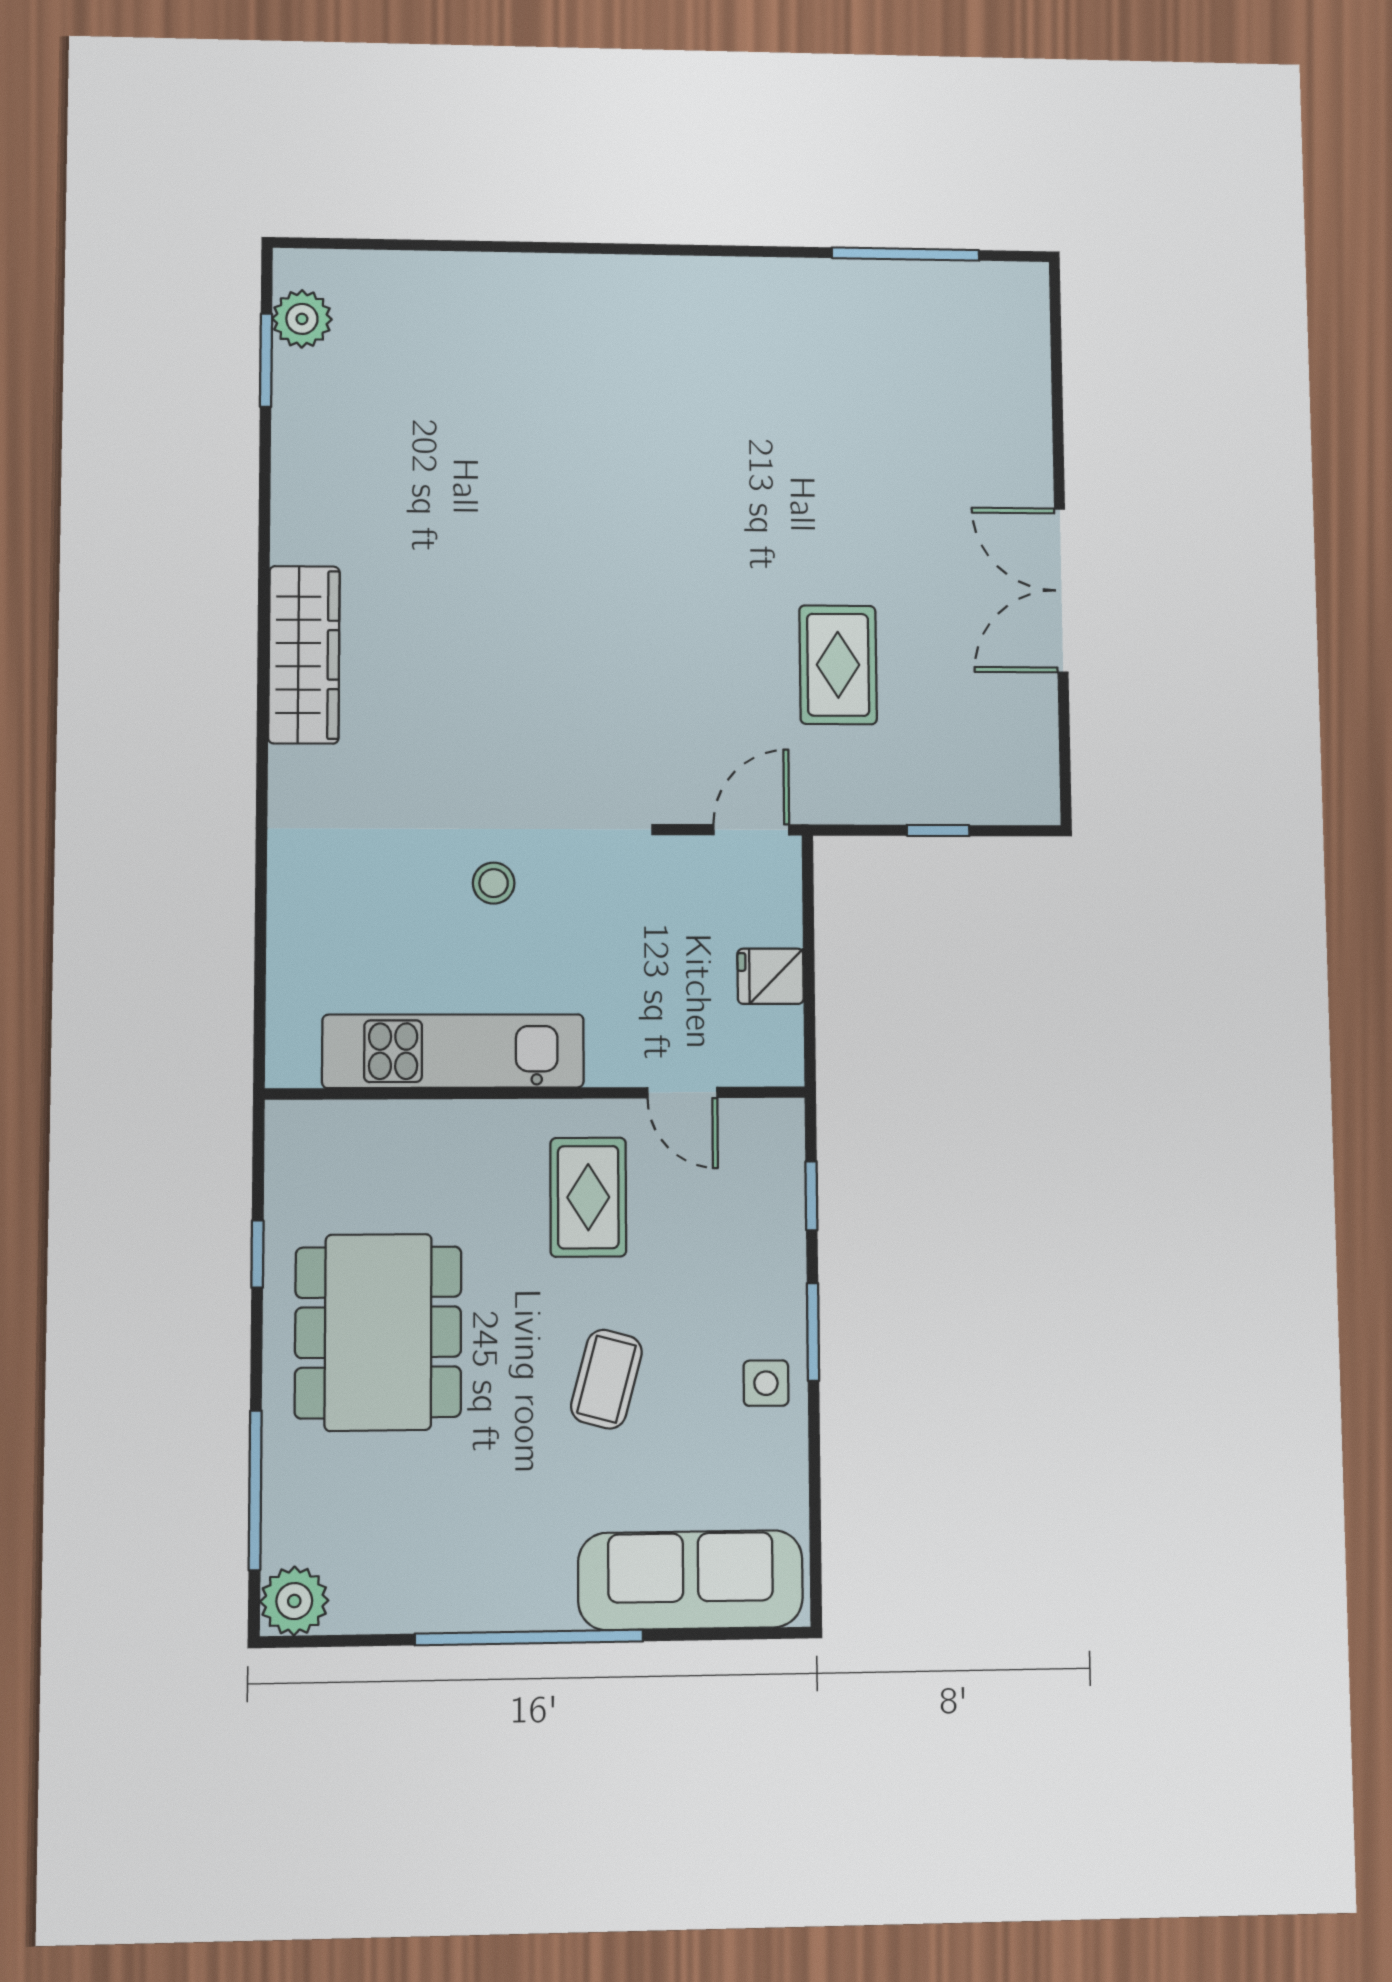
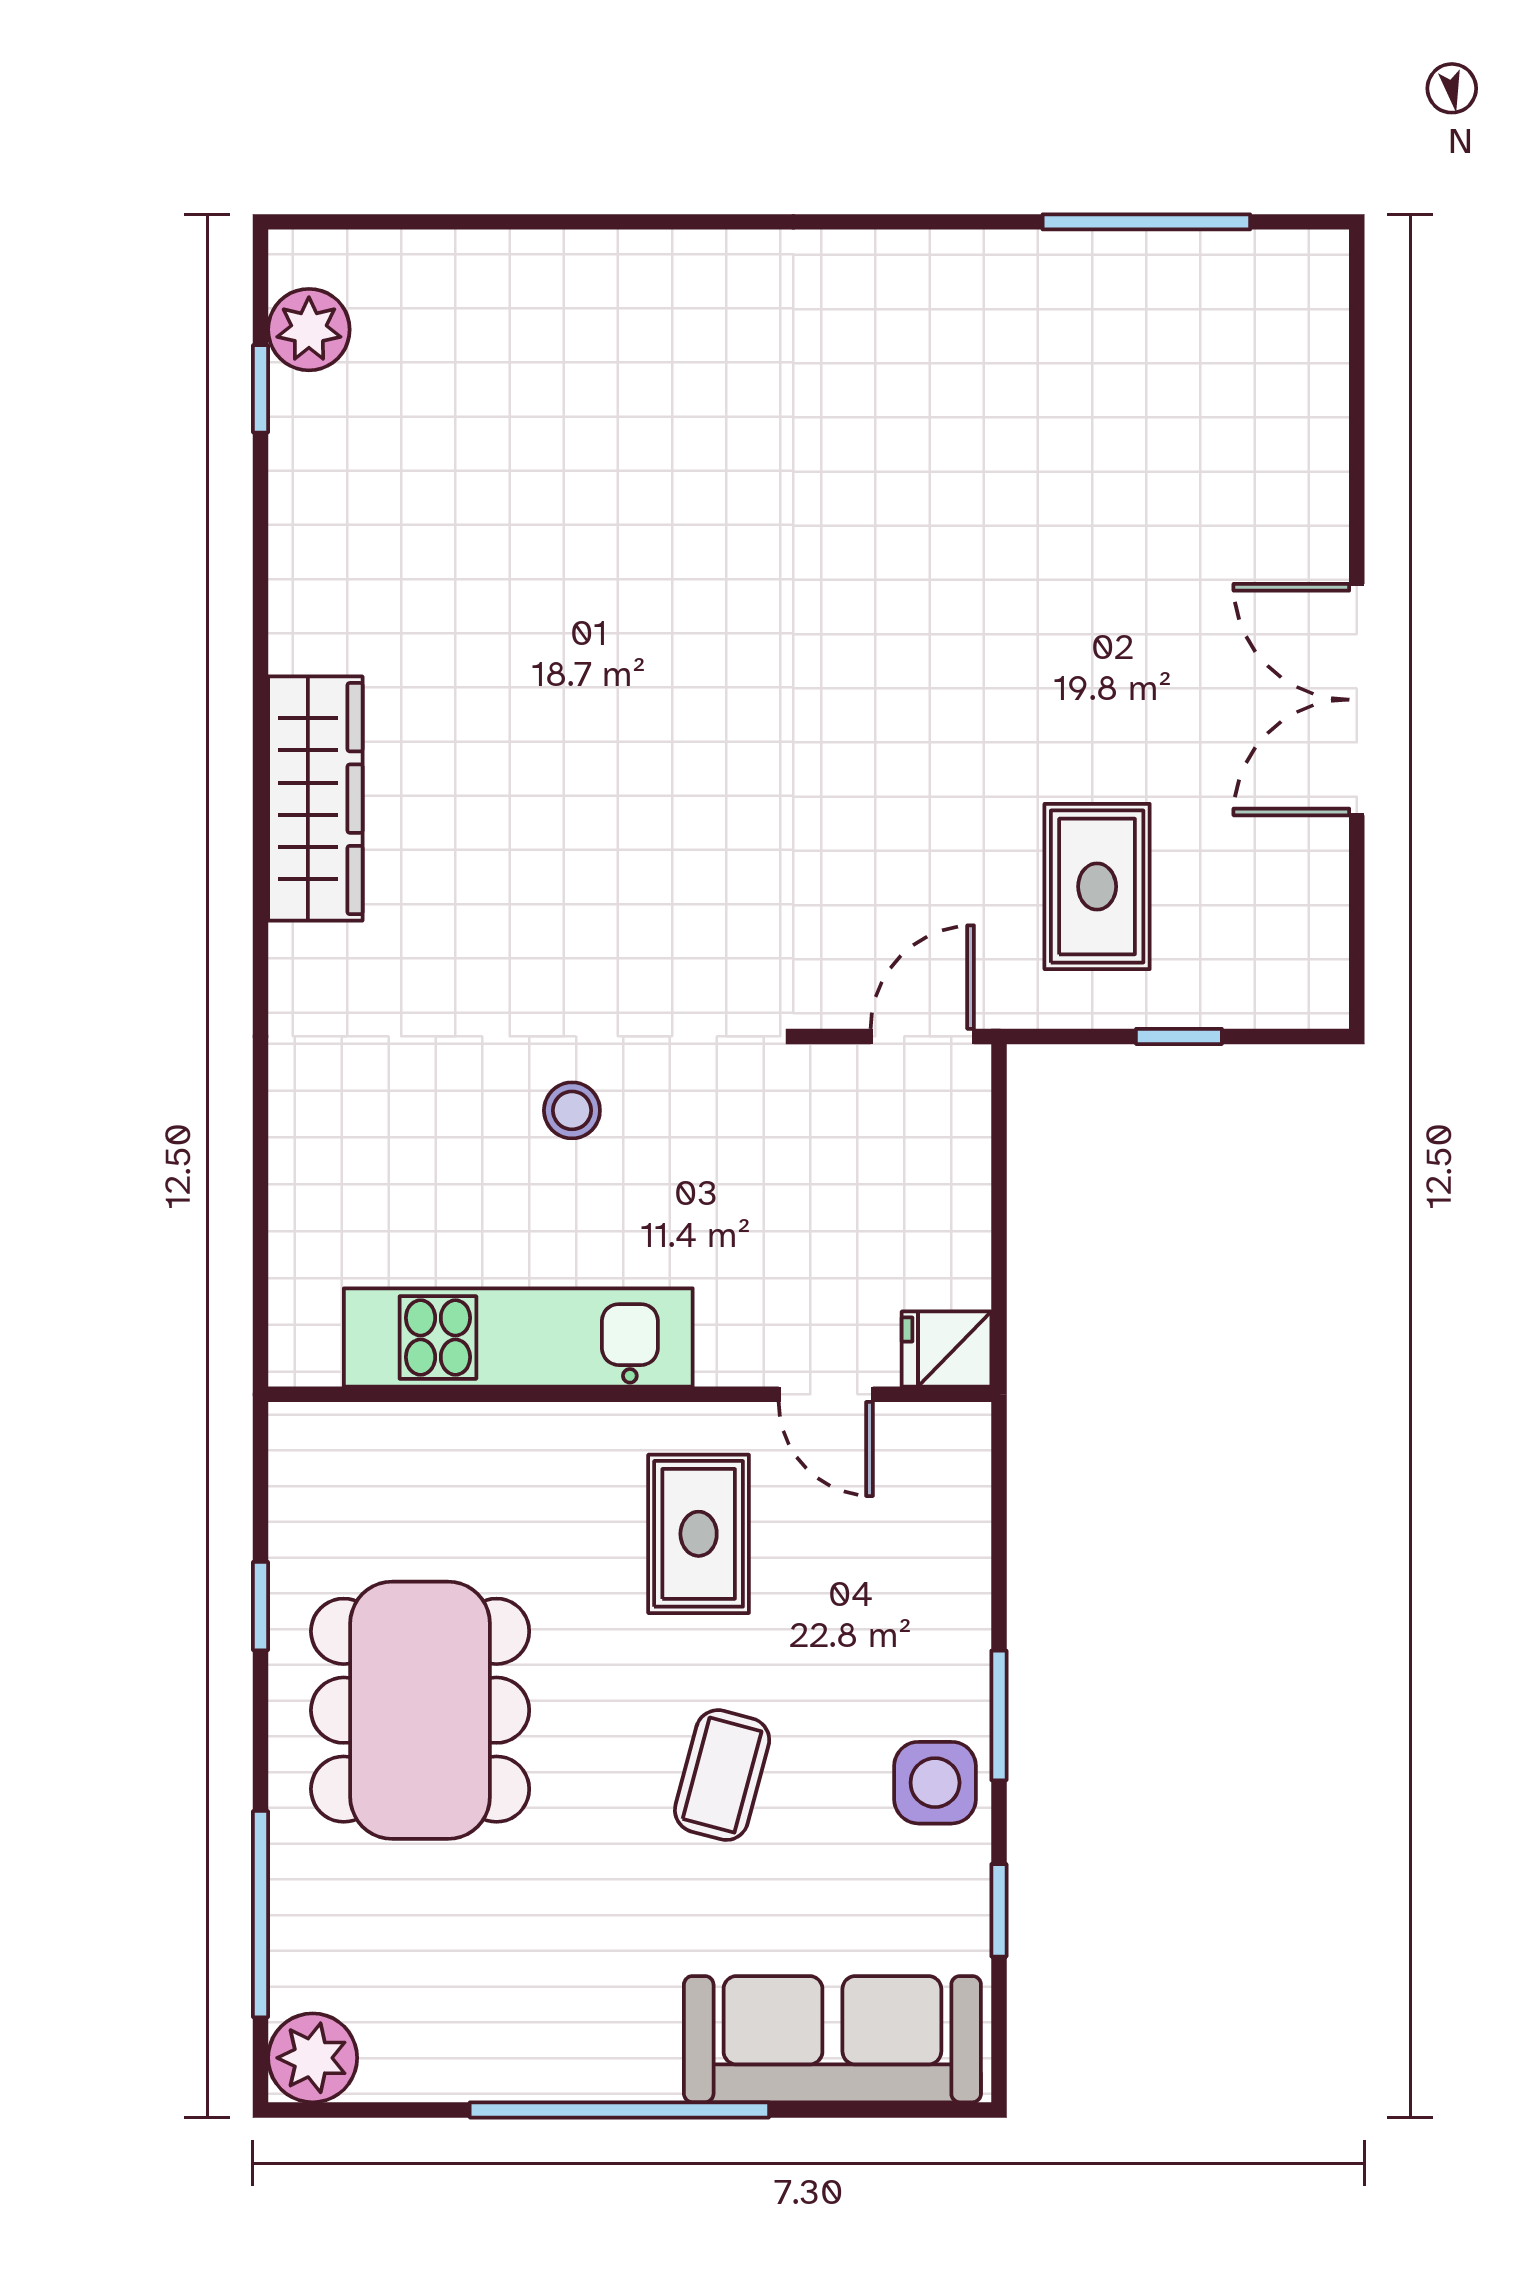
window: (266, 360) -> (260, 389), width x0.67
rug: (838, 665) -> (1097, 887), moved
fridge: (771, 976) -> (947, 1349), moved
window: (811, 1196) -> (999, 1910), moved
side table: (766, 1383) -> (935, 1783), width x1.37, depth x1.37

